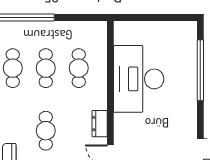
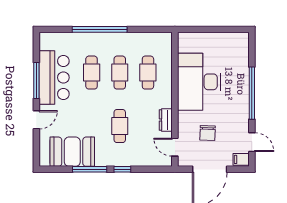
window: (200, 70) -> (252, 93), moved
chair: (149, 139) -> (208, 133), added

